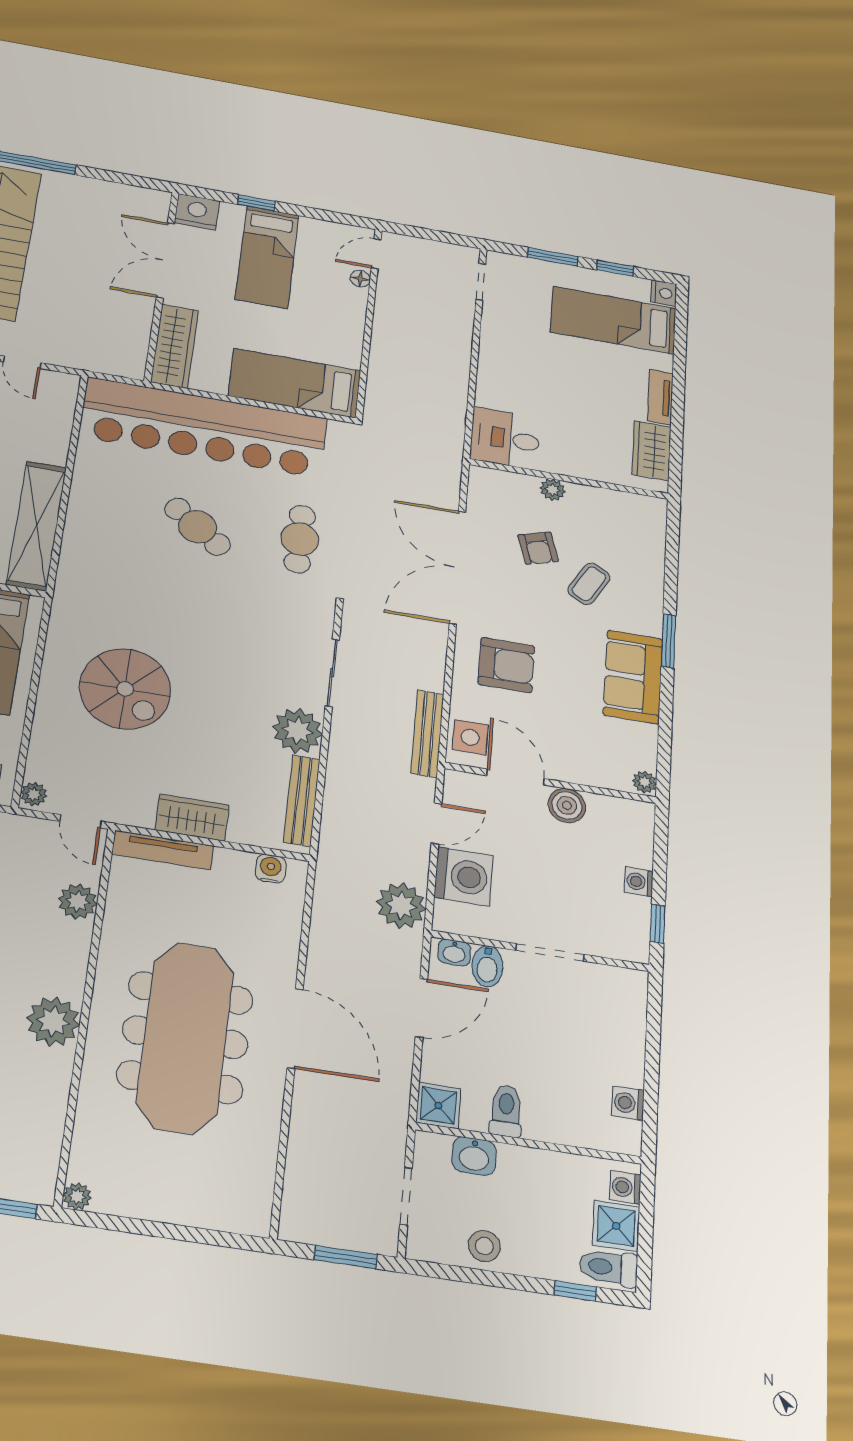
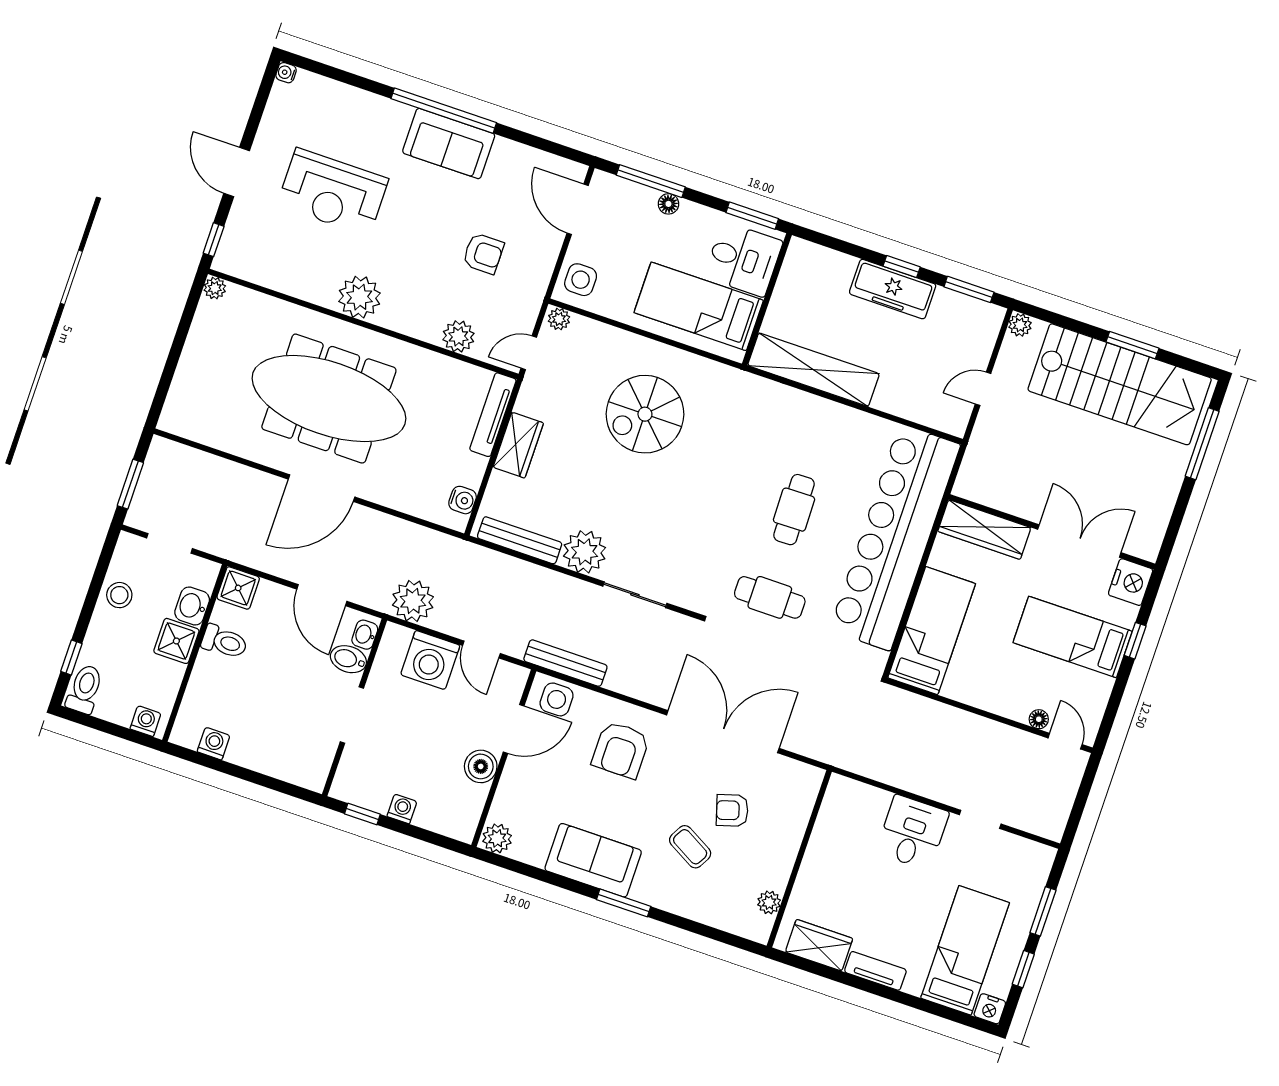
doorway: (481, 282) -> (980, 819), moved
desk: (505, 438) -> (912, 832), moved
plant: (553, 490) -> (769, 902), moved
cafe table: (197, 527) -> (794, 510), turned -38
plant: (645, 782) -> (497, 838), width x1.38, depth x1.38
shower: (616, 1226) -> (176, 641), moved

